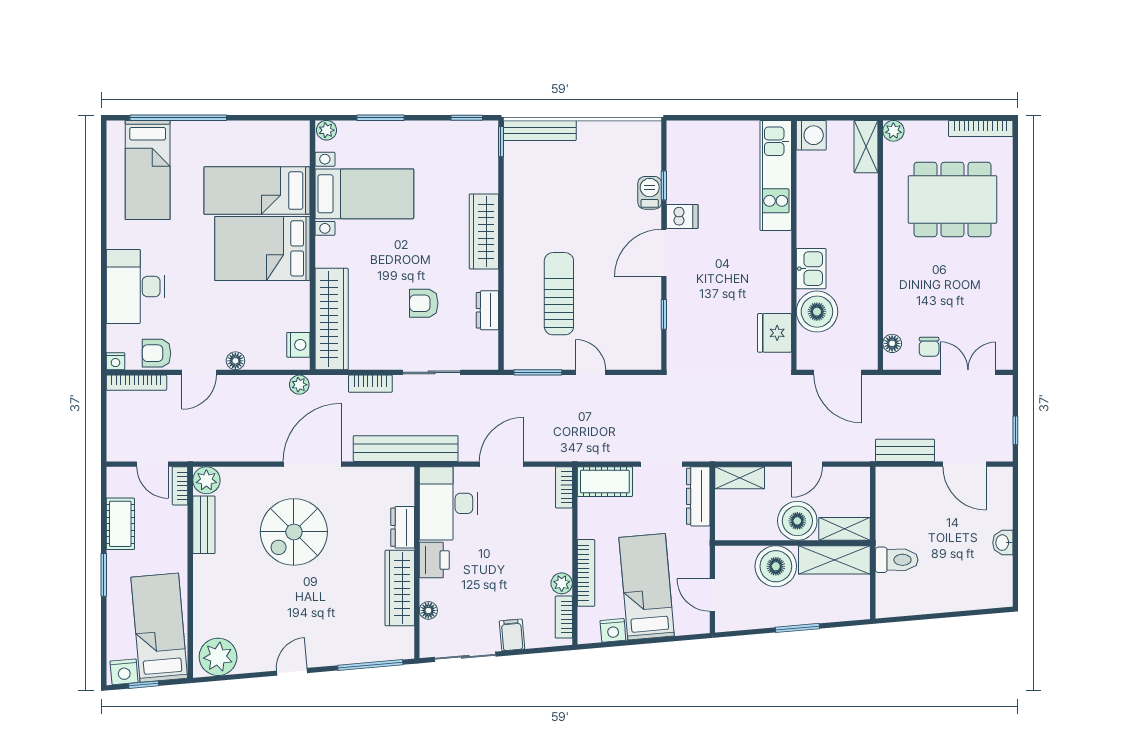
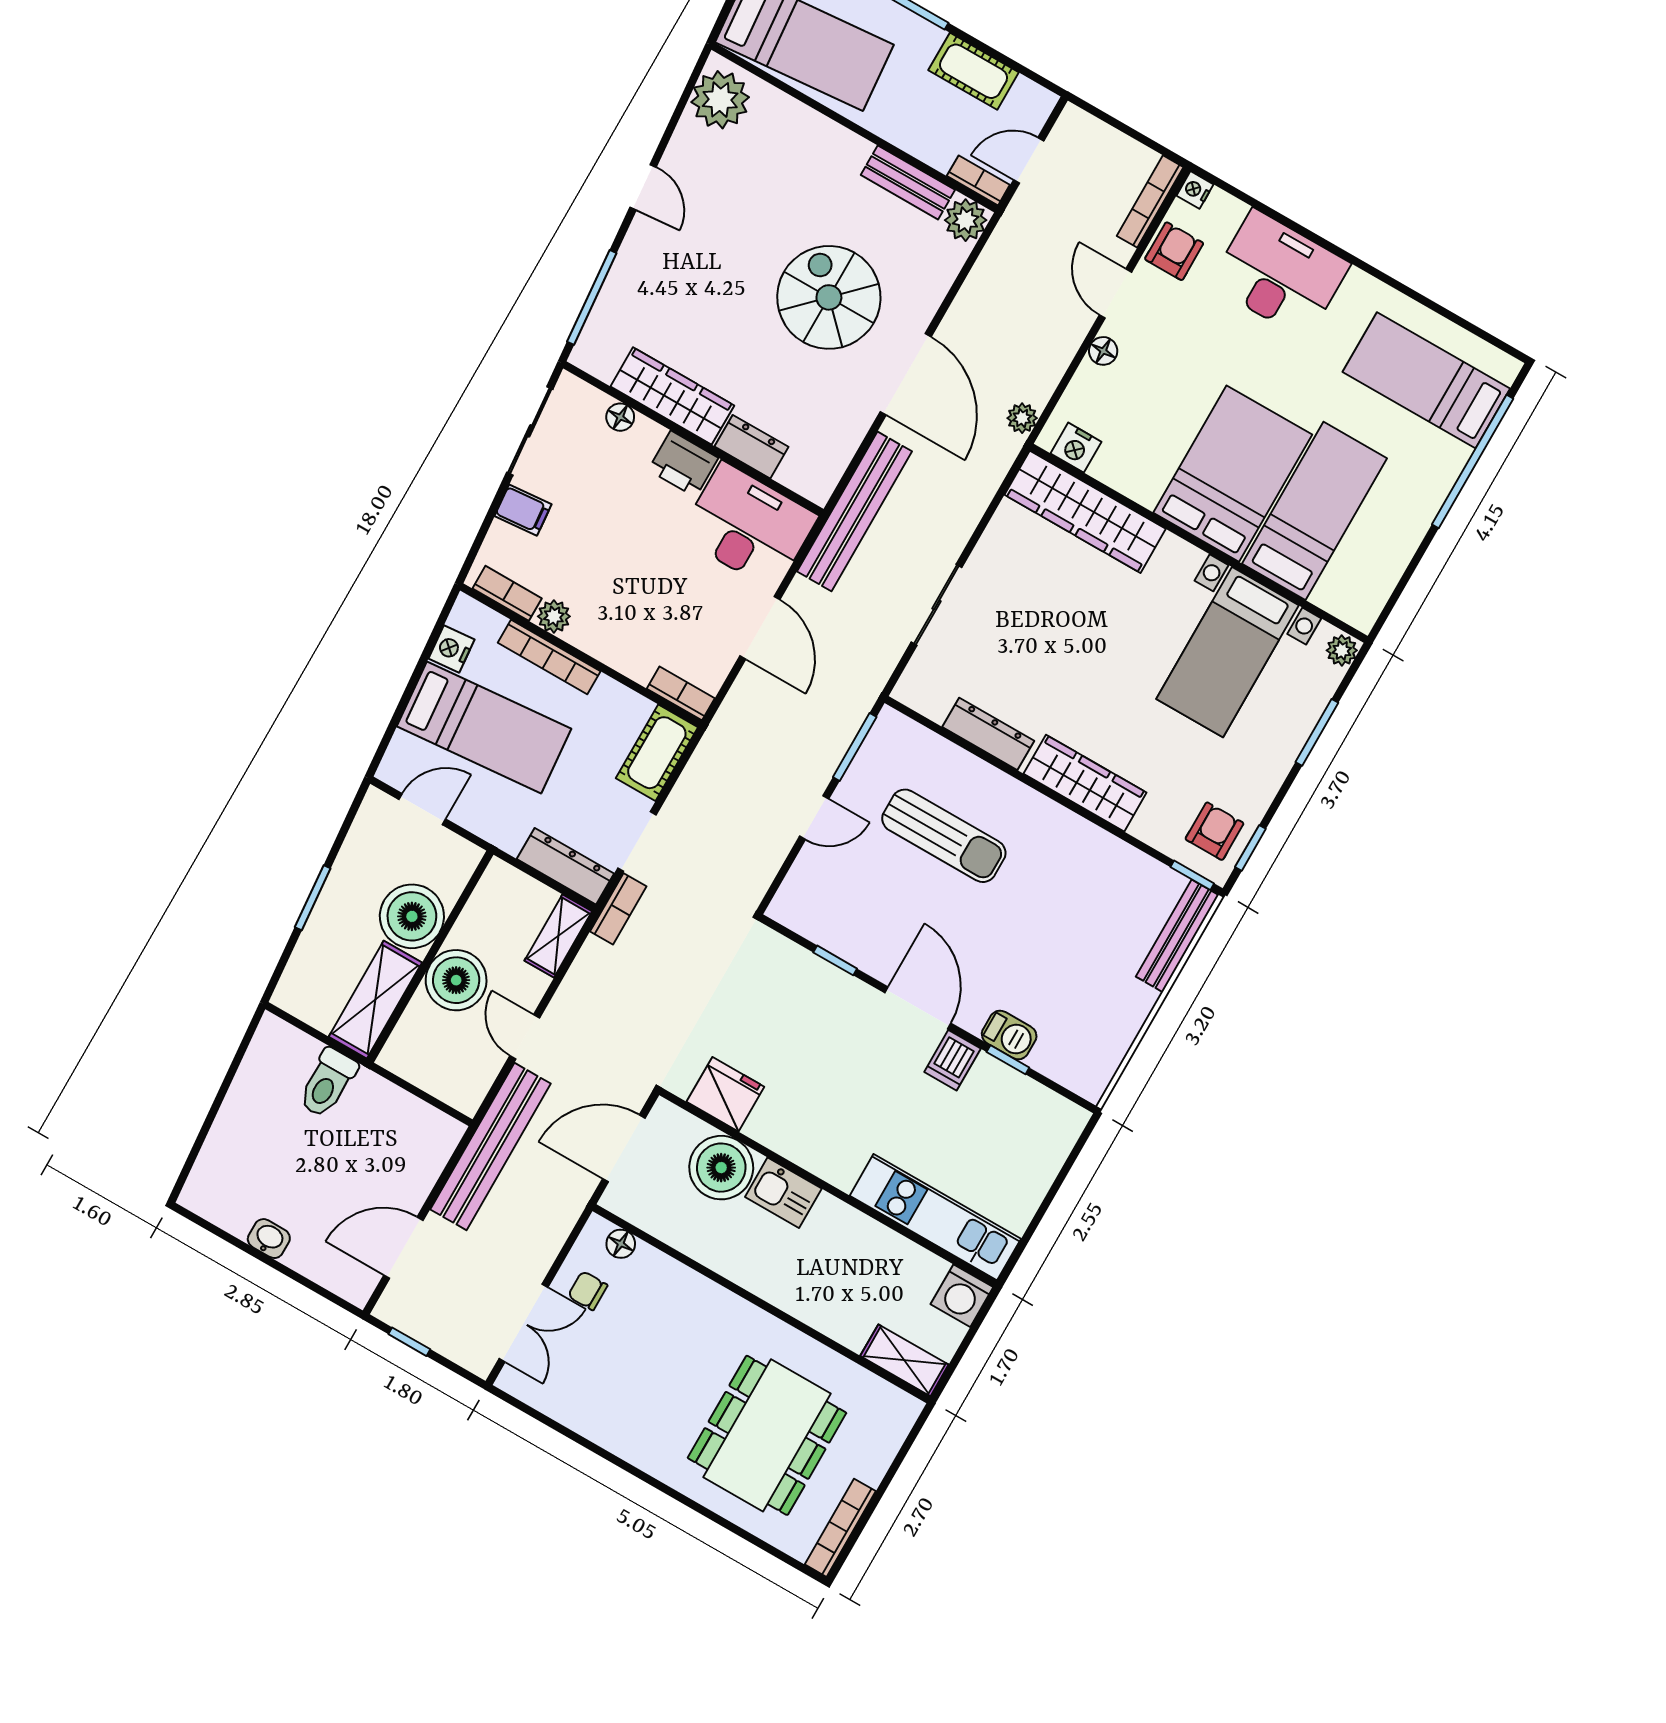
plant: (893, 131) -> (904, 1409), removed
armchair: (424, 303) -> (1214, 831), moved
dresser: (487, 310) -> (988, 734), width x1.44
bookcase: (370, 384) -> (618, 909), moved, turned 180
bench: (905, 450) -> (490, 1146), width x1.86, depth x1.21
shelving: (845, 529) -> (409, 1037), removed

